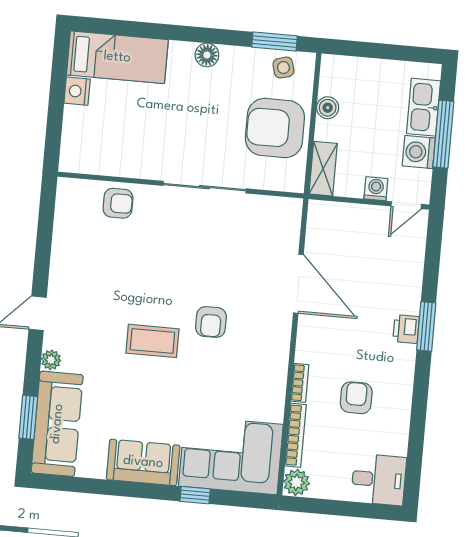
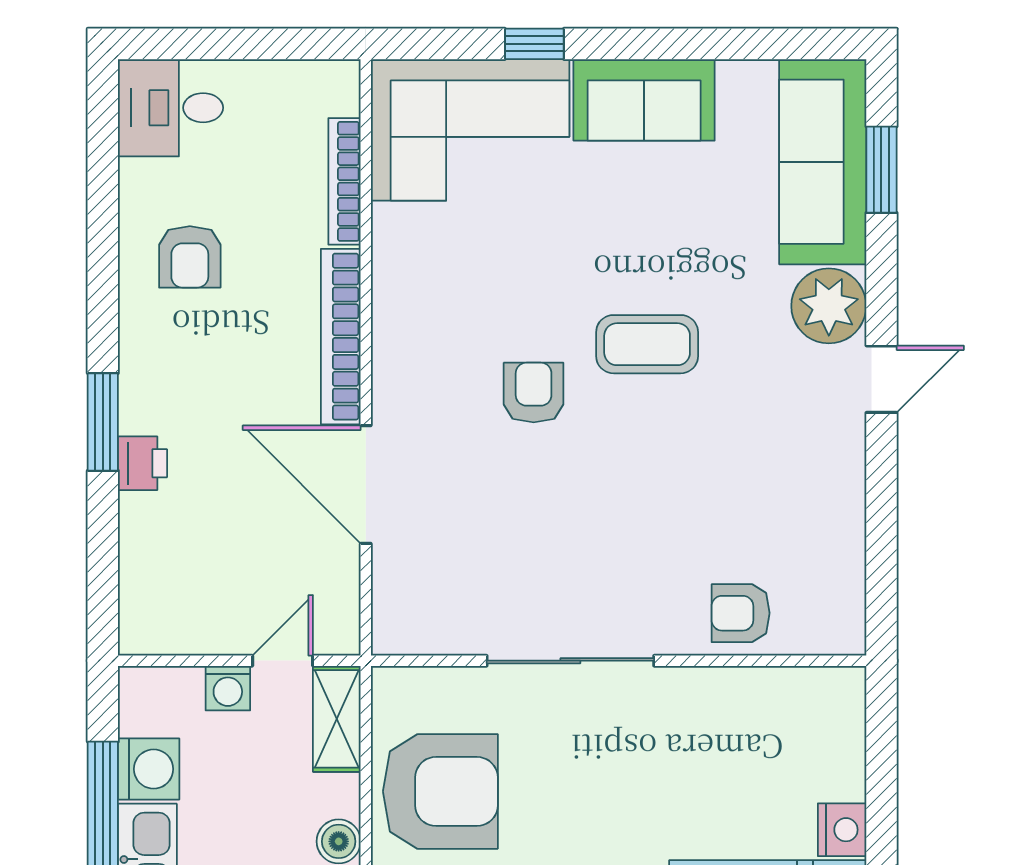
door: (406, 205) -> (283, 661), moved
printer: (406, 329) -> (143, 463), moved
plant: (51, 360) -> (829, 306), width x1.88, depth x1.88
bookcase: (300, 383) -> (341, 337), width x2.31, depth x1.31
armchair: (356, 398) -> (190, 257), moved
plant: (296, 482) -> (334, 88), removed

